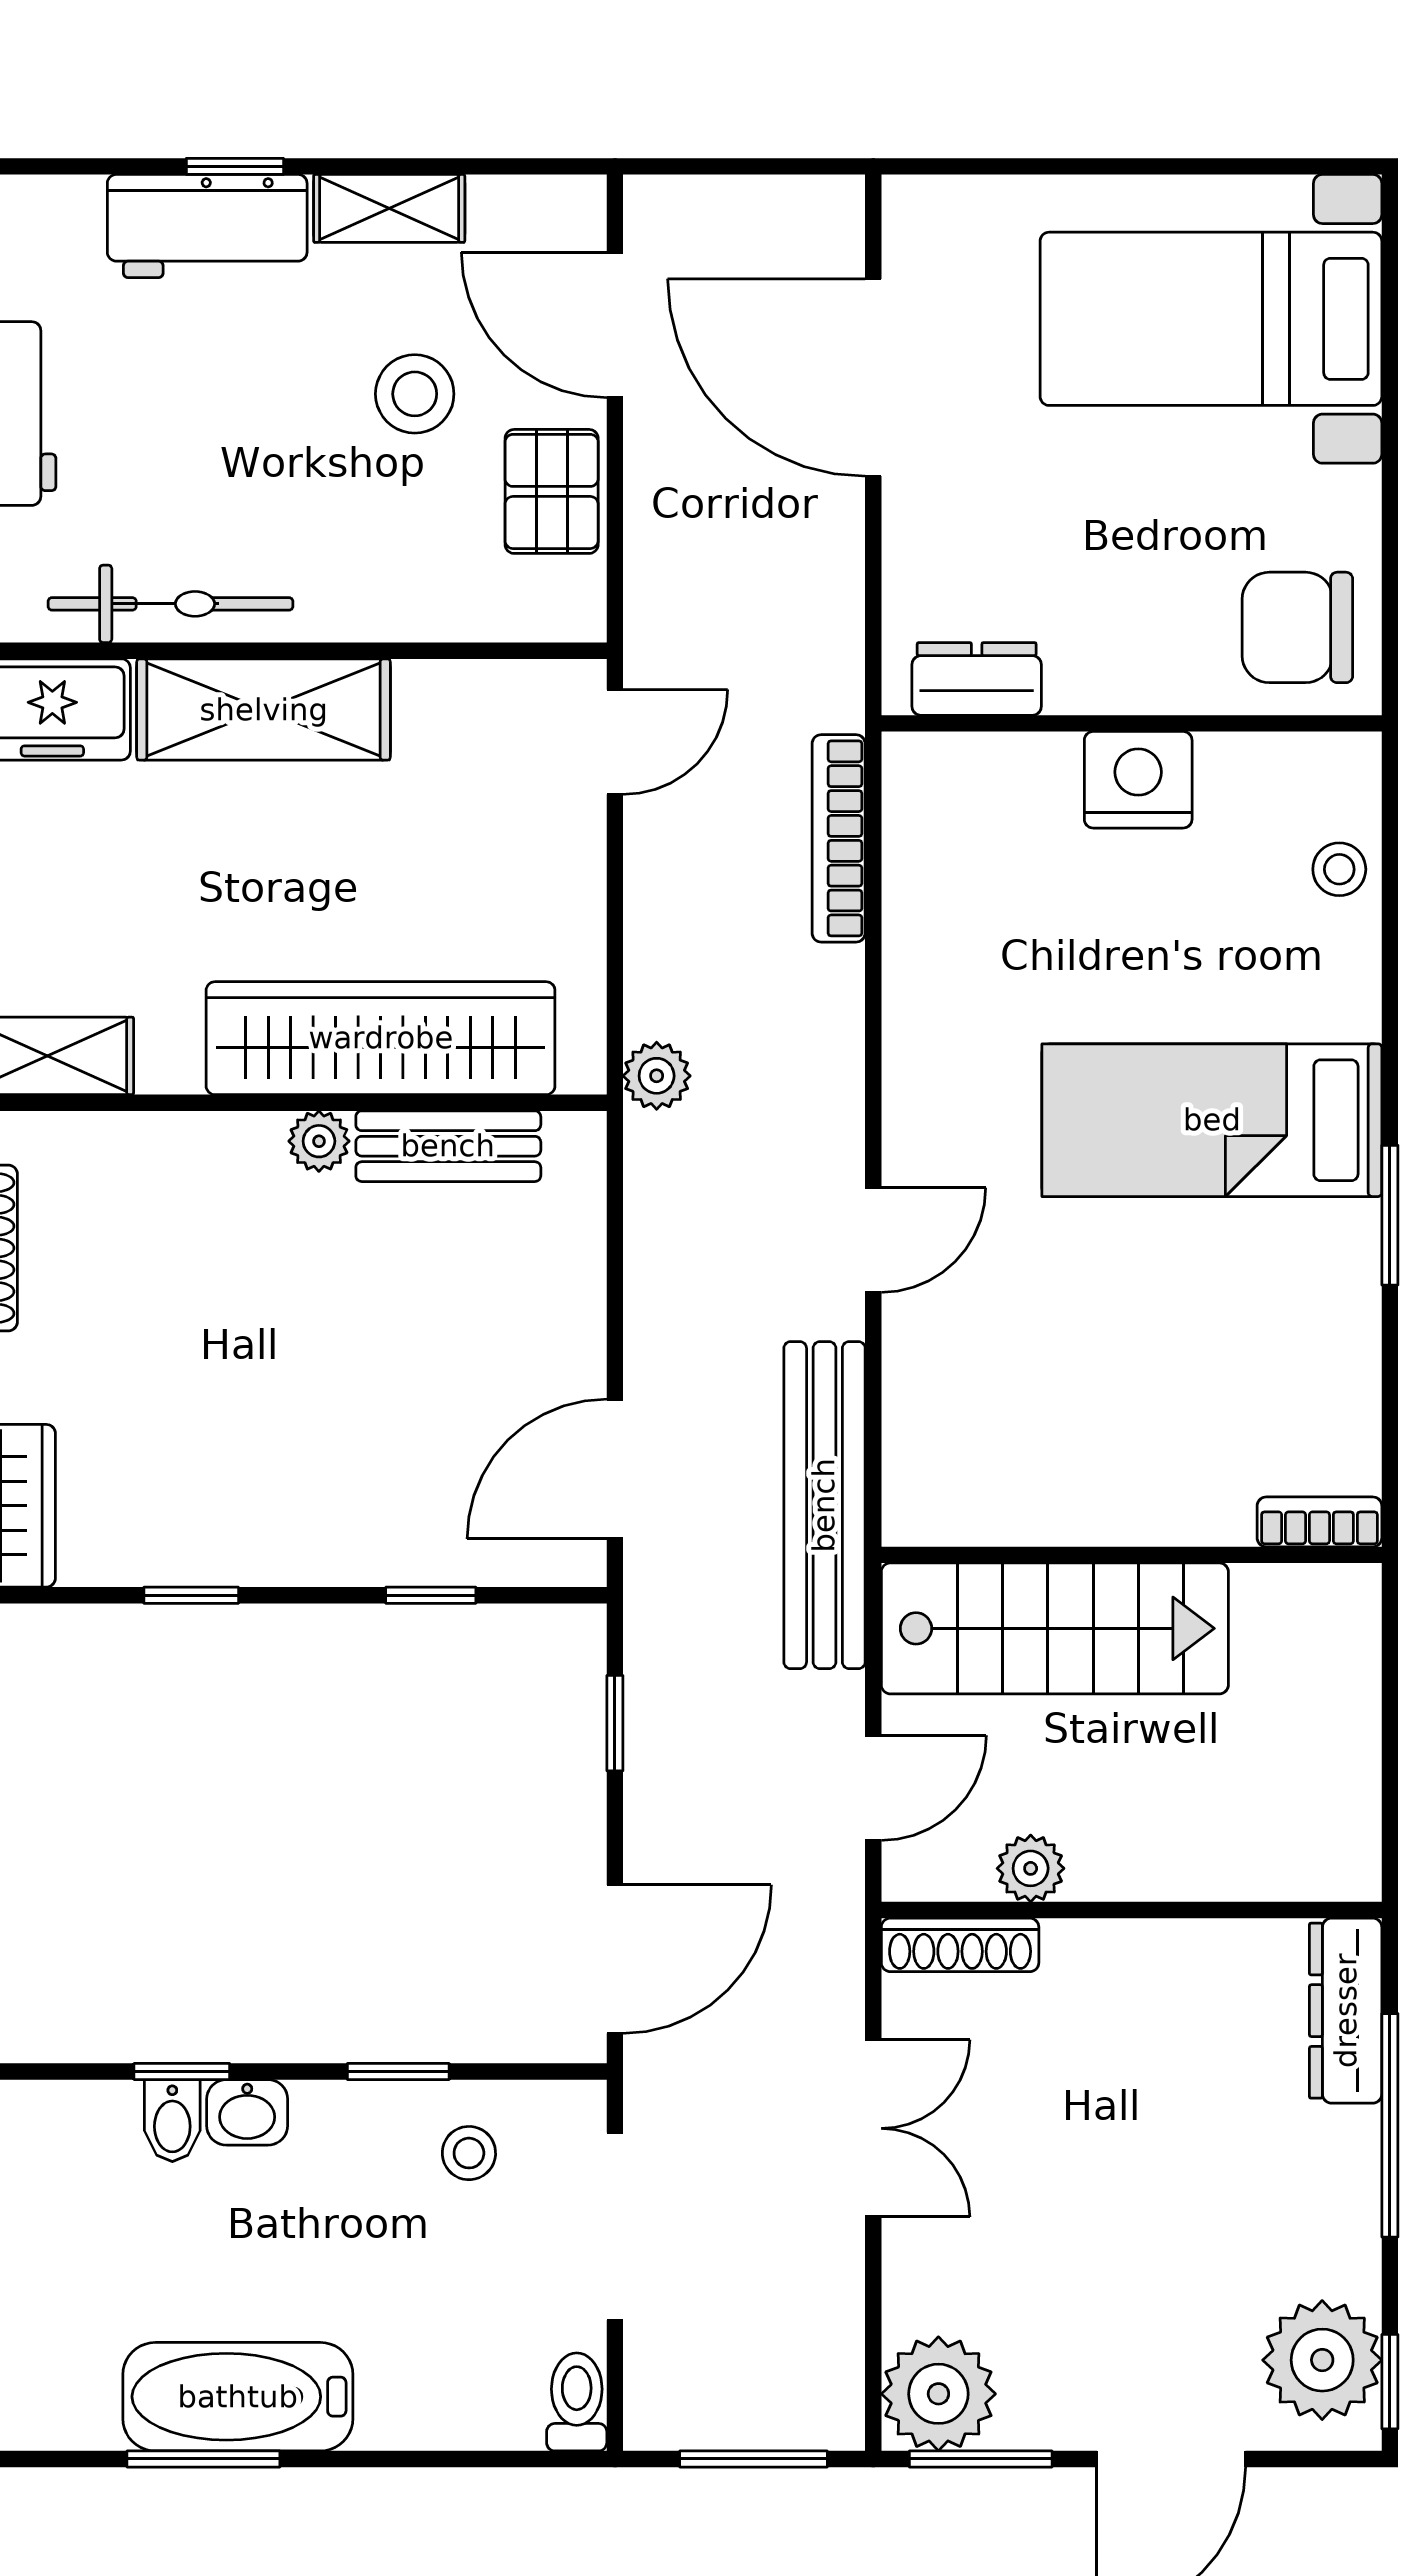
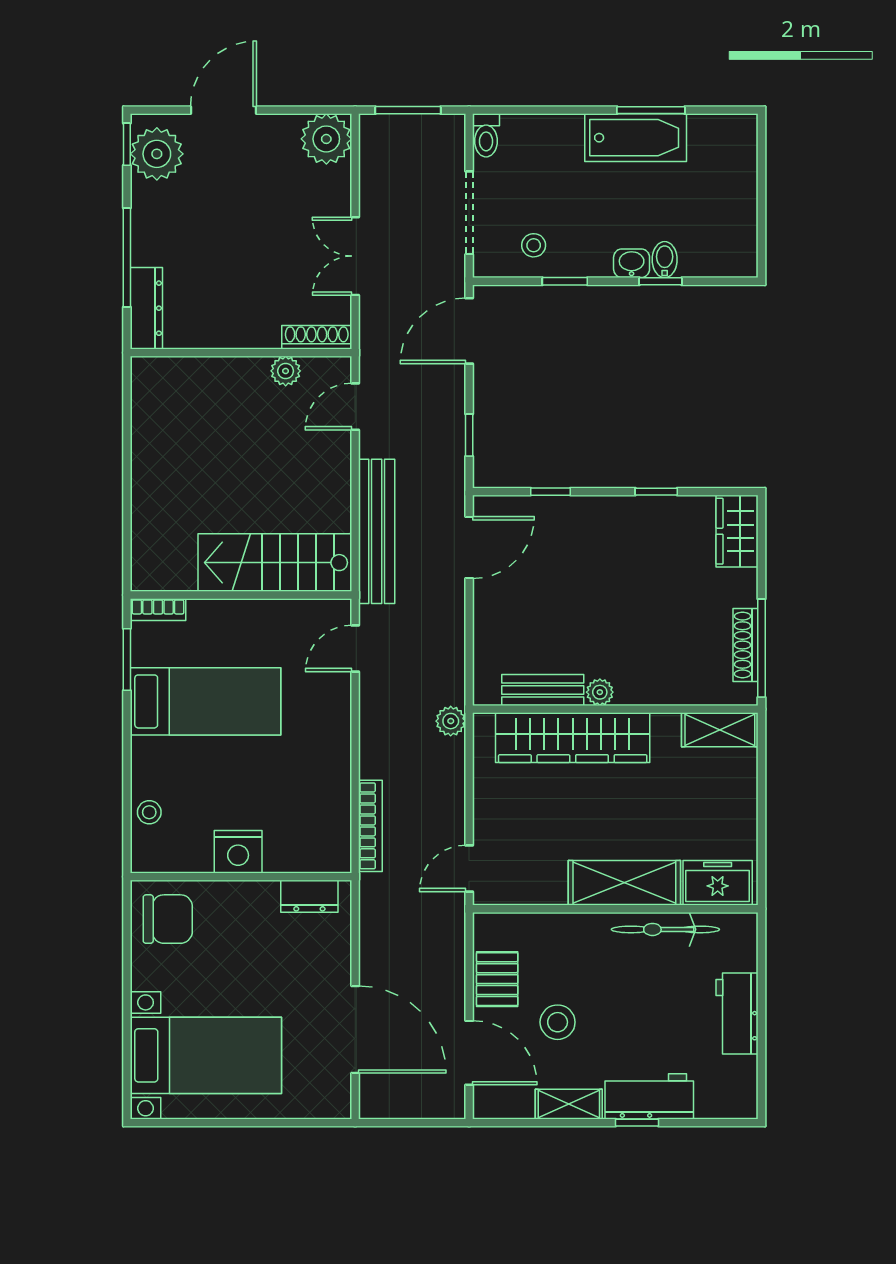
bookcase: (1319, 1522) -> (158, 610), moved
wall: (1132, 1555) -> (241, 595), moved
stairs: (1055, 1628) -> (275, 563), moved
window: (981, 2459) -> (308, 110), removed

